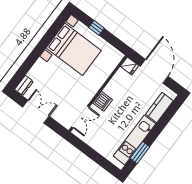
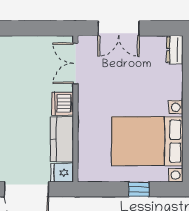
kitchen counter: (117, 83) -> (62, 139), added
double door: (36, 112) -> (119, 28), moved

